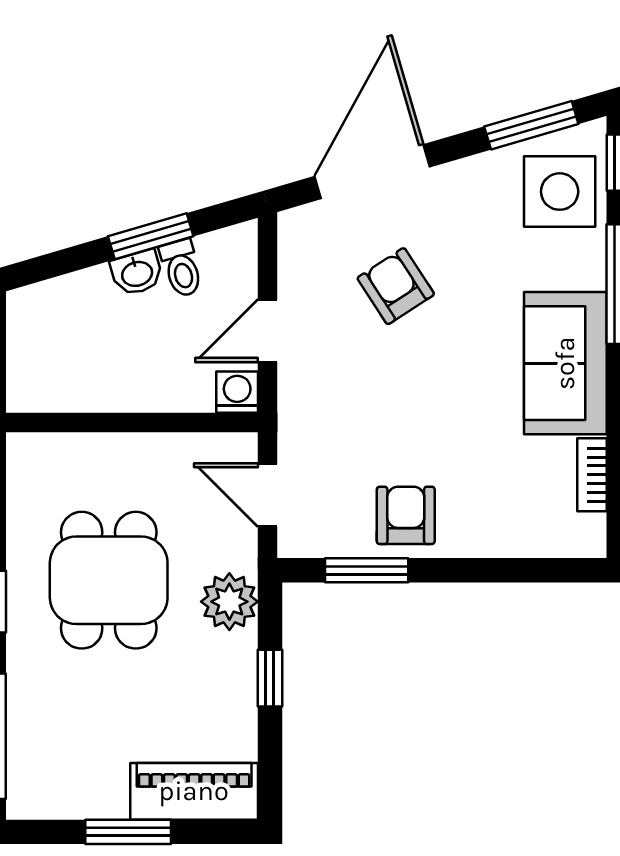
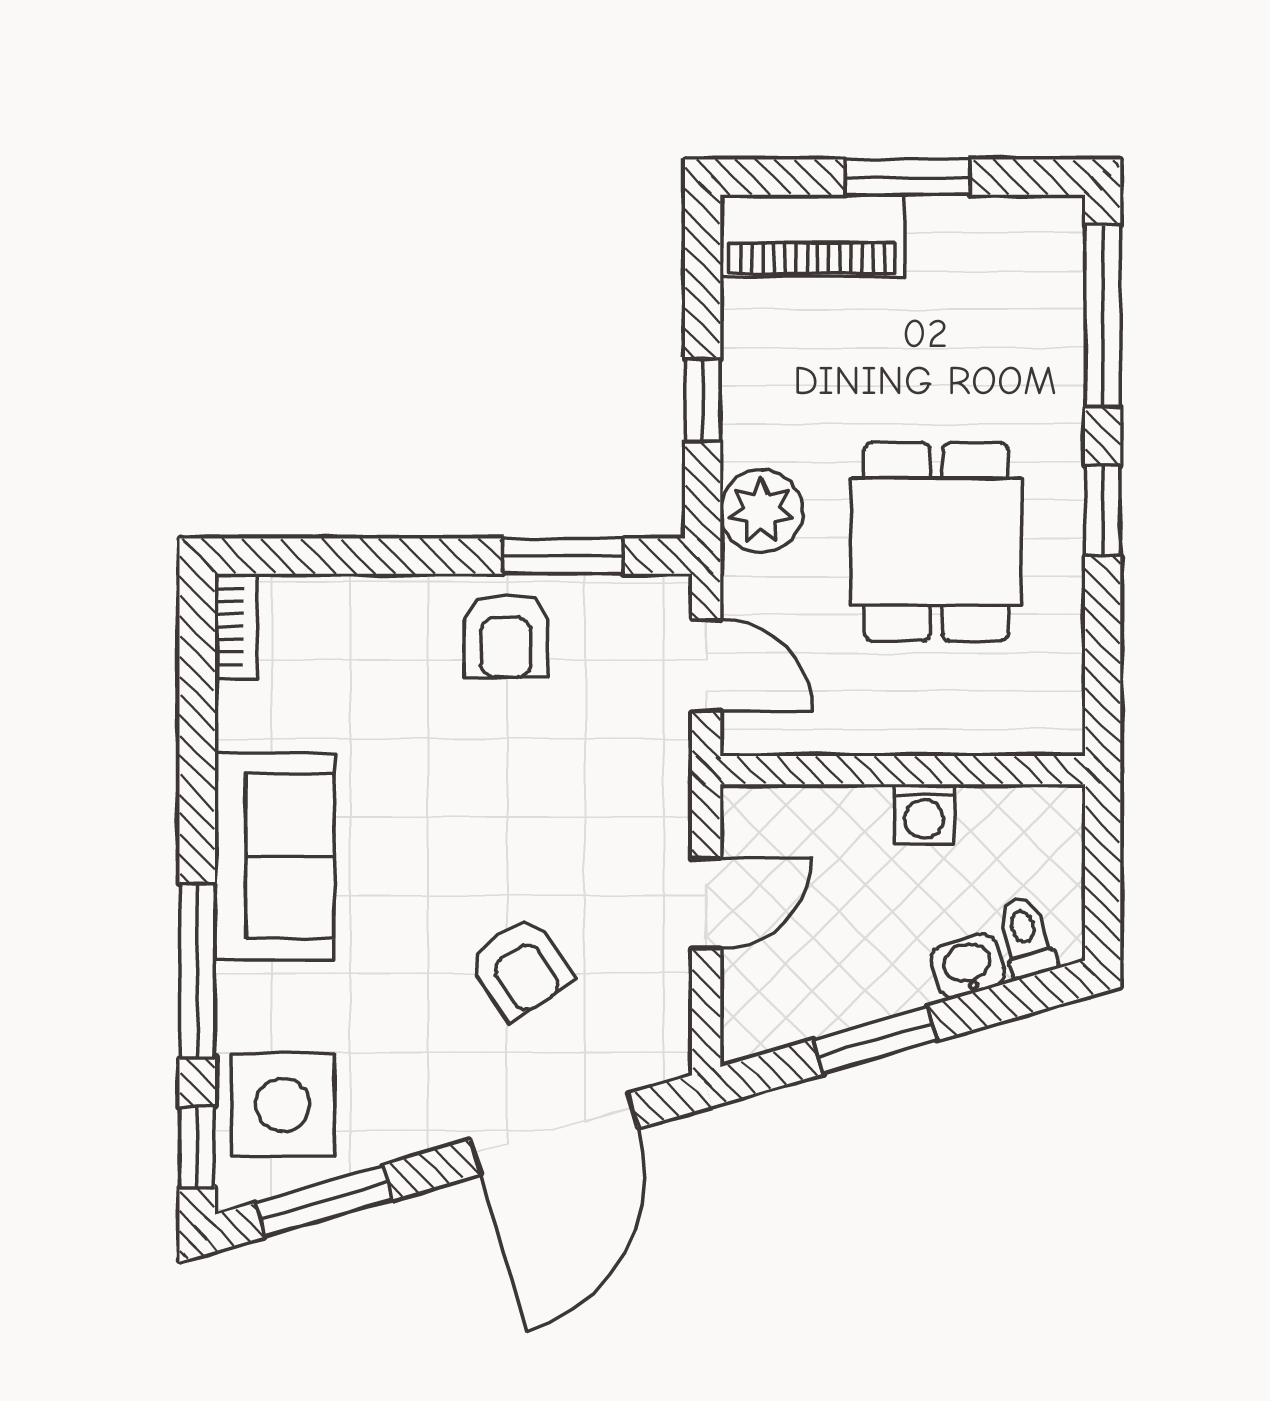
toilet: (181, 268) -> (1026, 937), moved
washbasin: (137, 273) -> (968, 966), moved
washing machine: (237, 392) -> (924, 814), moved
bookcase: (592, 475) -> (236, 627), moved

